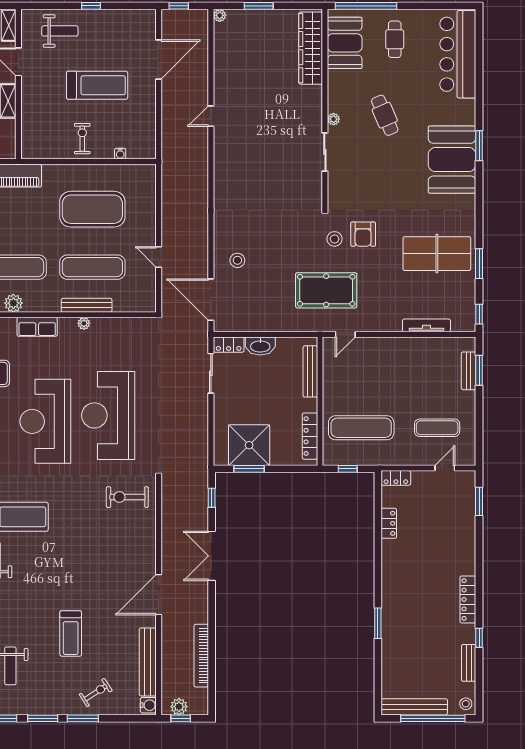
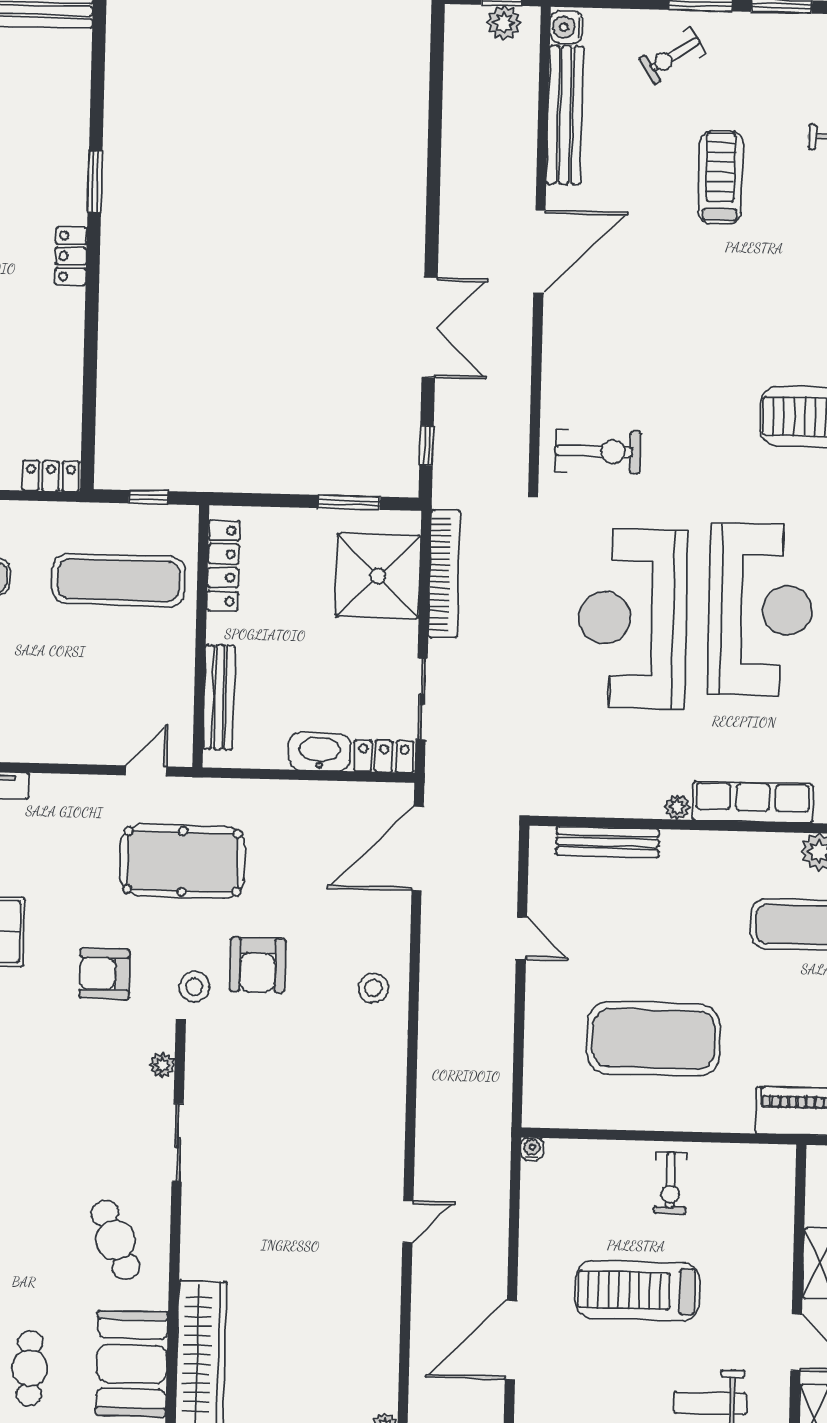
cafe table: (385, 115) -> (115, 1240), moved
plant: (334, 119) -> (162, 1065), moved
water cooler: (120, 154) -> (532, 1149), moved
armchair: (363, 234) -> (104, 974), turned -90
stool: (335, 239) -> (194, 987), moved
armchair: (288, 240) -> (258, 965), added
stool: (237, 260) -> (373, 988), moved
exercise mat: (92, 267) -> (657, 921), removed
door: (211, 300) -> (418, 849), swing flipped
bench: (87, 305) -> (608, 842), moved
row of seats: (37, 327) -> (753, 802), width x1.48
reception desk: (108, 415) -> (633, 619), turned 180
shower: (249, 445) -> (378, 576), moved
locker: (389, 523) -> (71, 256), moved
bookcase: (201, 656) -> (444, 574), moved

